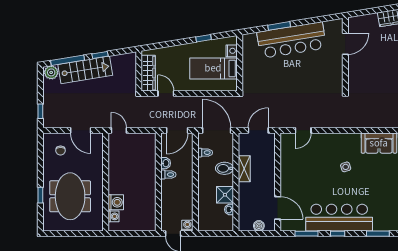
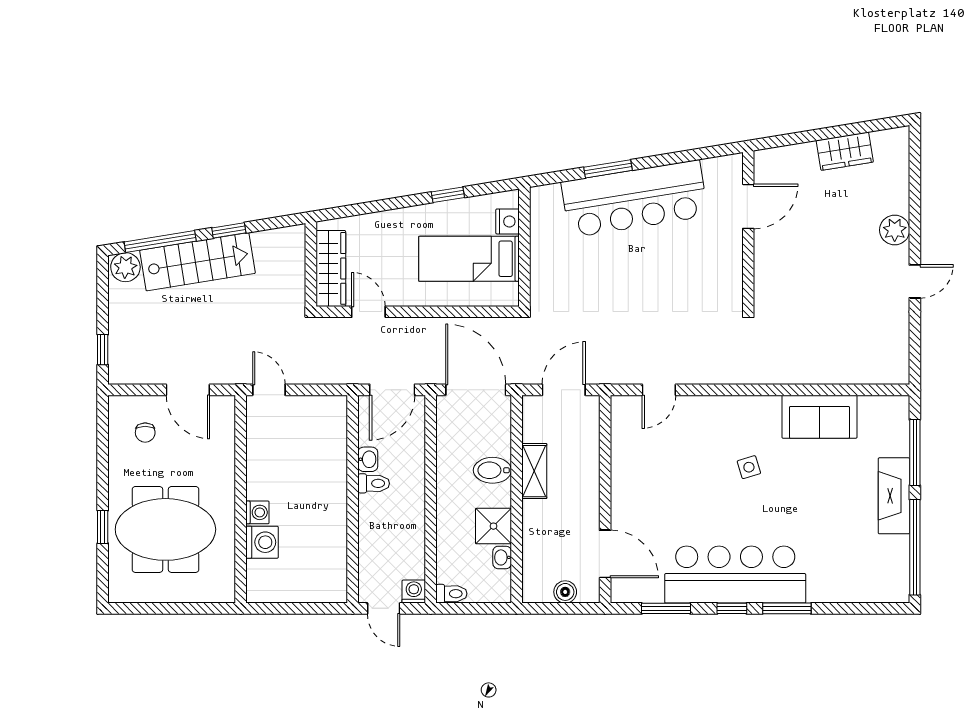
toilet: (205, 153) -> (451, 594), moved
meeting table: (70, 196) -> (165, 529), turned 90
washing machine: (113, 216) -> (257, 512), moved
window: (378, 234) -> (787, 608), moved

